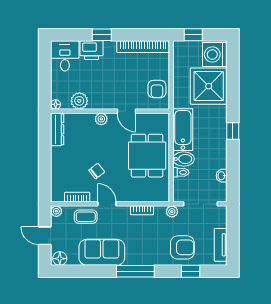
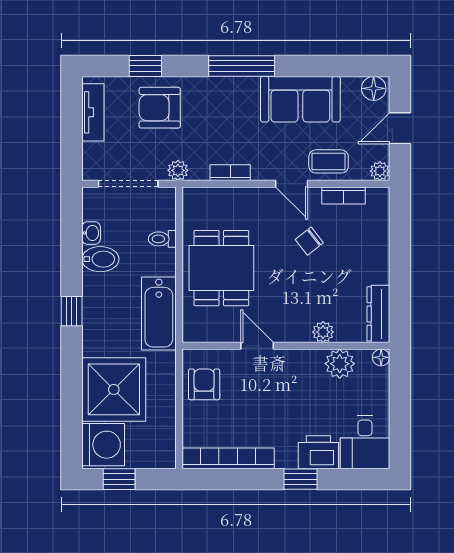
window: (193, 35) -> (119, 479), moved
plant: (101, 119) -> (323, 332), moved
bidet: (184, 159) -> (100, 259), moved, turned 180
door: (45, 236) -> (400, 128), swing flipped

